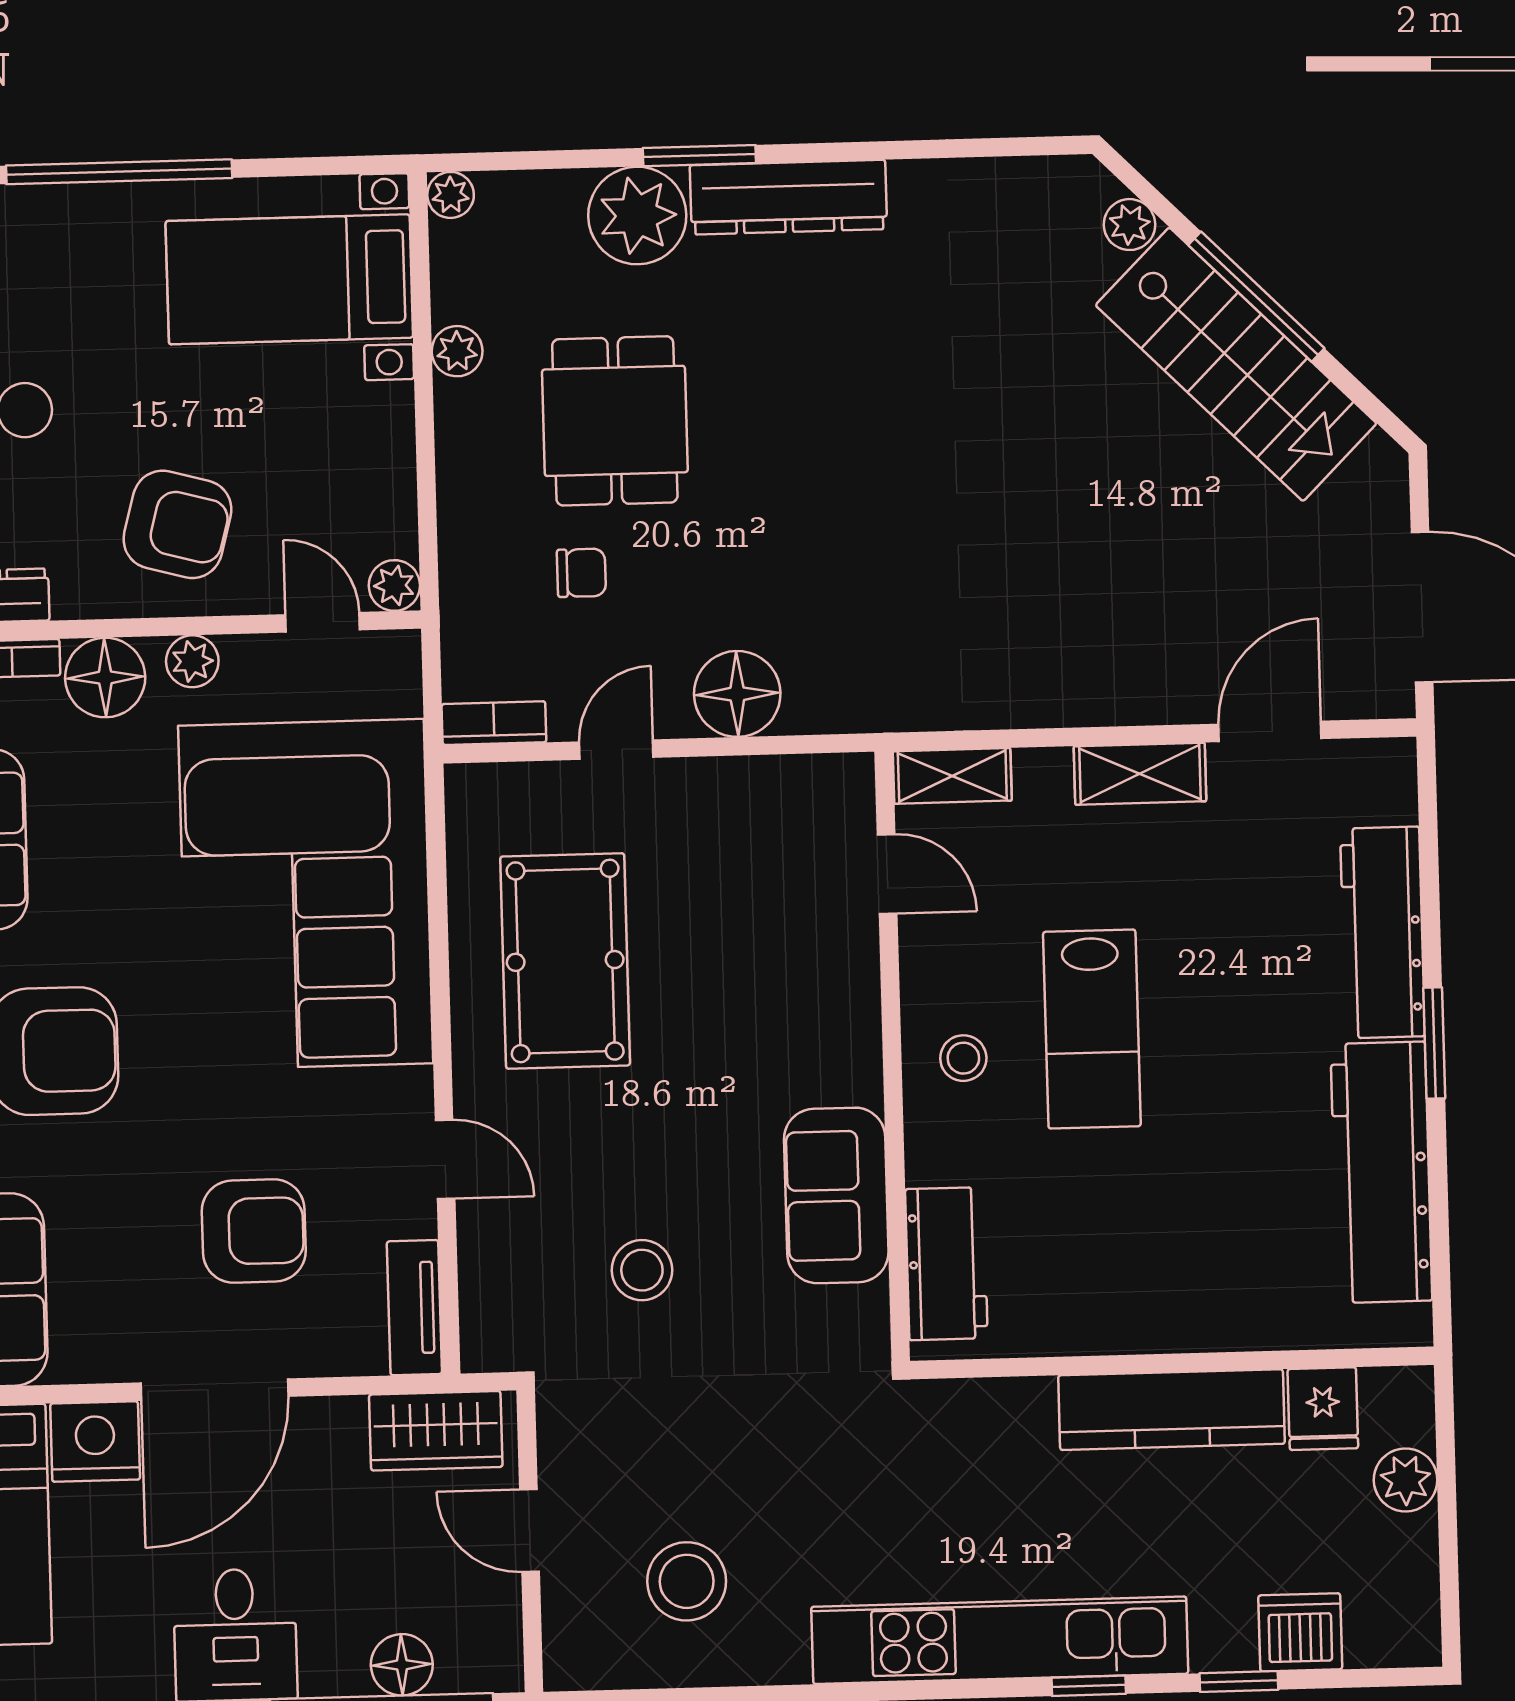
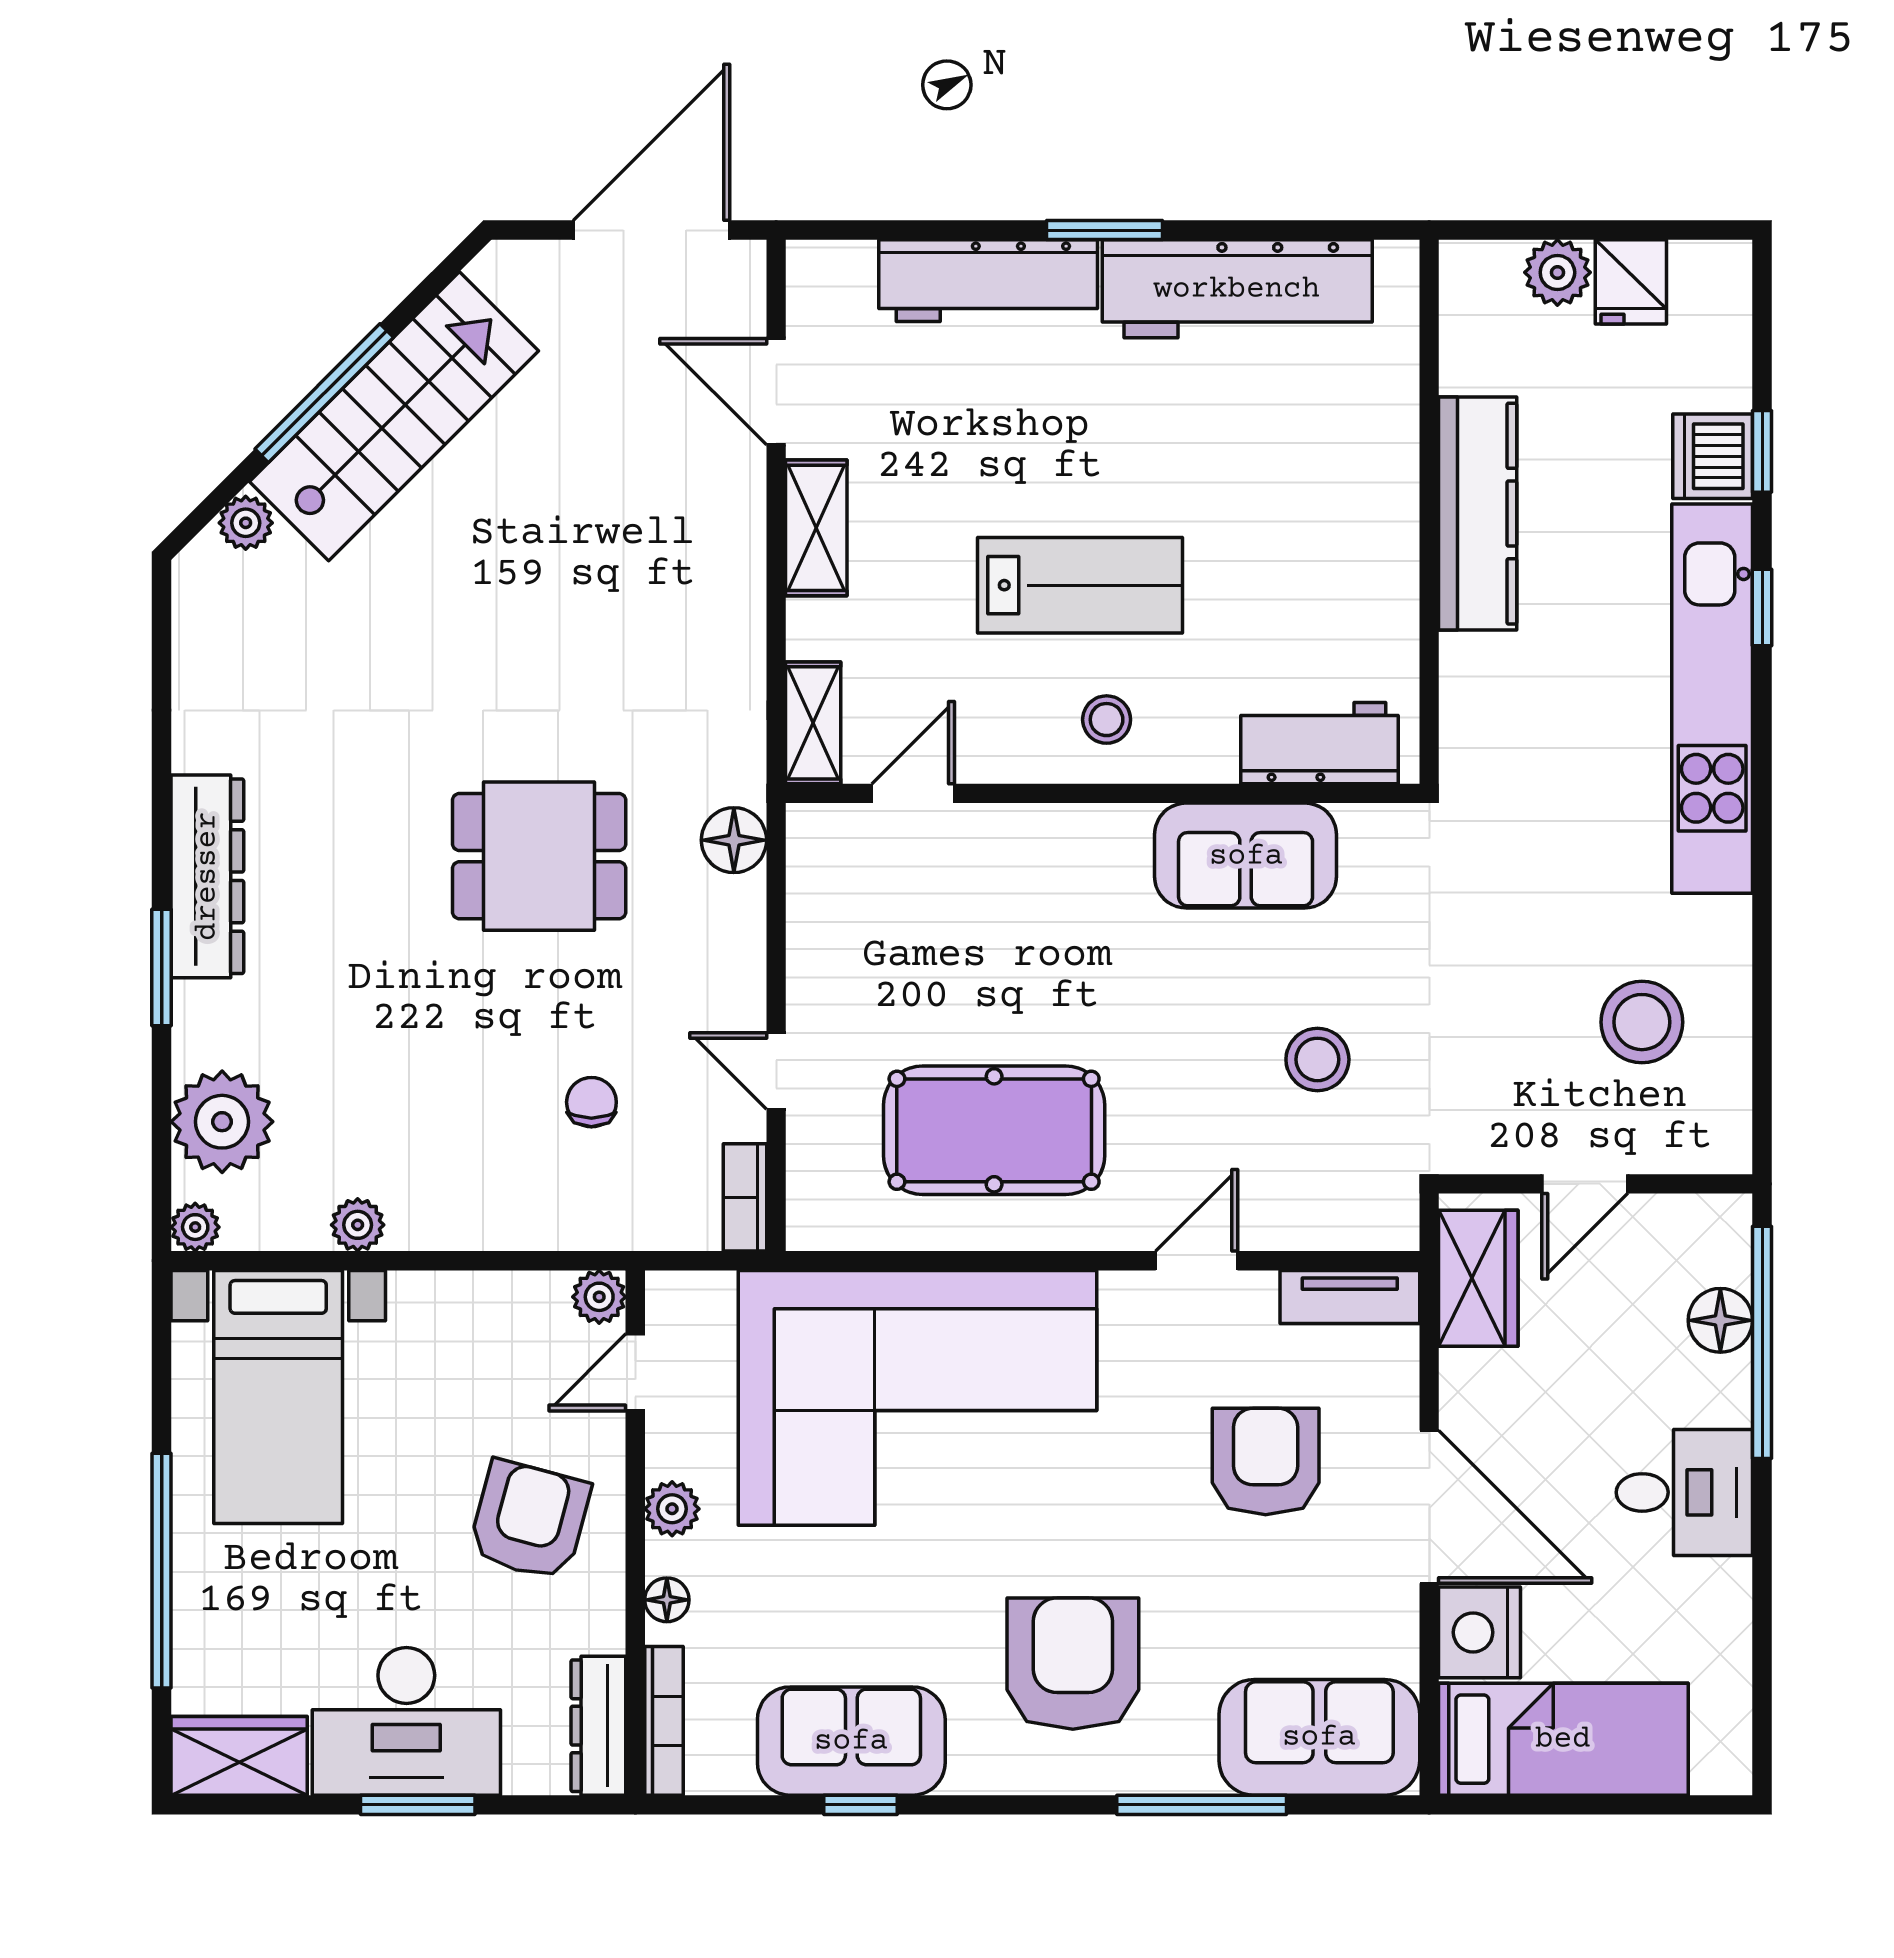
plant: (637, 216) -> (222, 1122), moved
dining table: (615, 421) -> (539, 856), moved
floor lamp: (105, 678) -> (667, 1600), width x0.53, depth x0.53
floor lamp: (737, 694) -> (734, 840), moved, width x0.73, depth x0.73
fridge: (1323, 1409) -> (1631, 282), moved, turned 90
dishwasher: (1300, 1632) -> (1713, 456), moved

